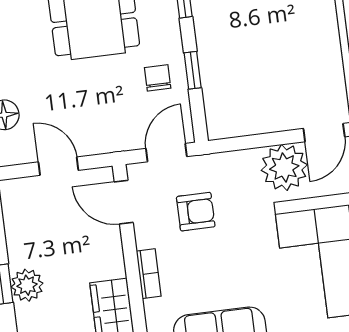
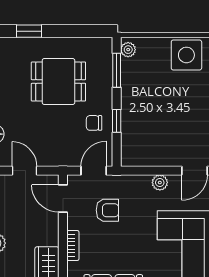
chair: (158, 78) -> (94, 123), turned -90
plant: (284, 167) -> (160, 183), width x0.53, depth x0.53

